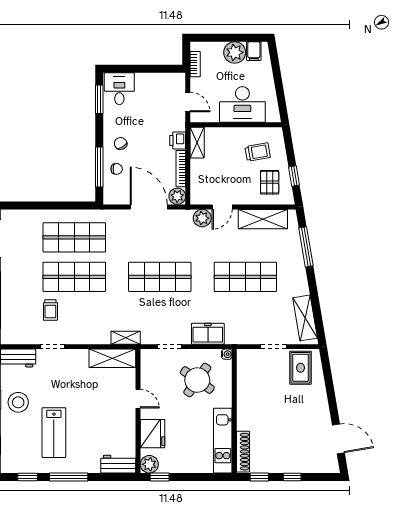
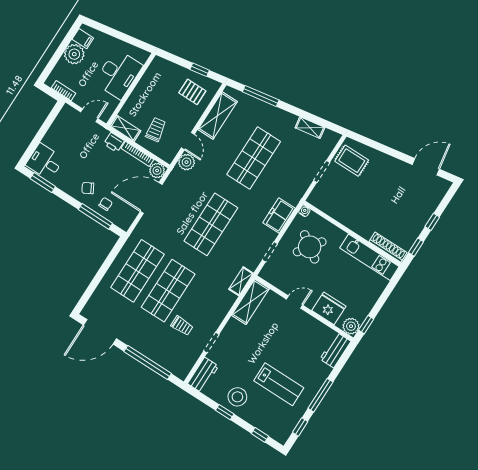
trolley: (258, 152) -> (156, 130), moved
shelving: (305, 318) -> (310, 128), width x0.67, depth x0.75

